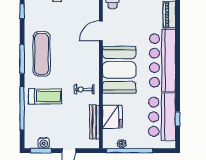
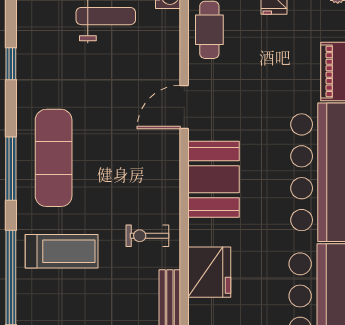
booth: (119, 70) -> (213, 179), width x0.73, depth x0.70
fridge: (112, 117) -> (209, 272), moved

